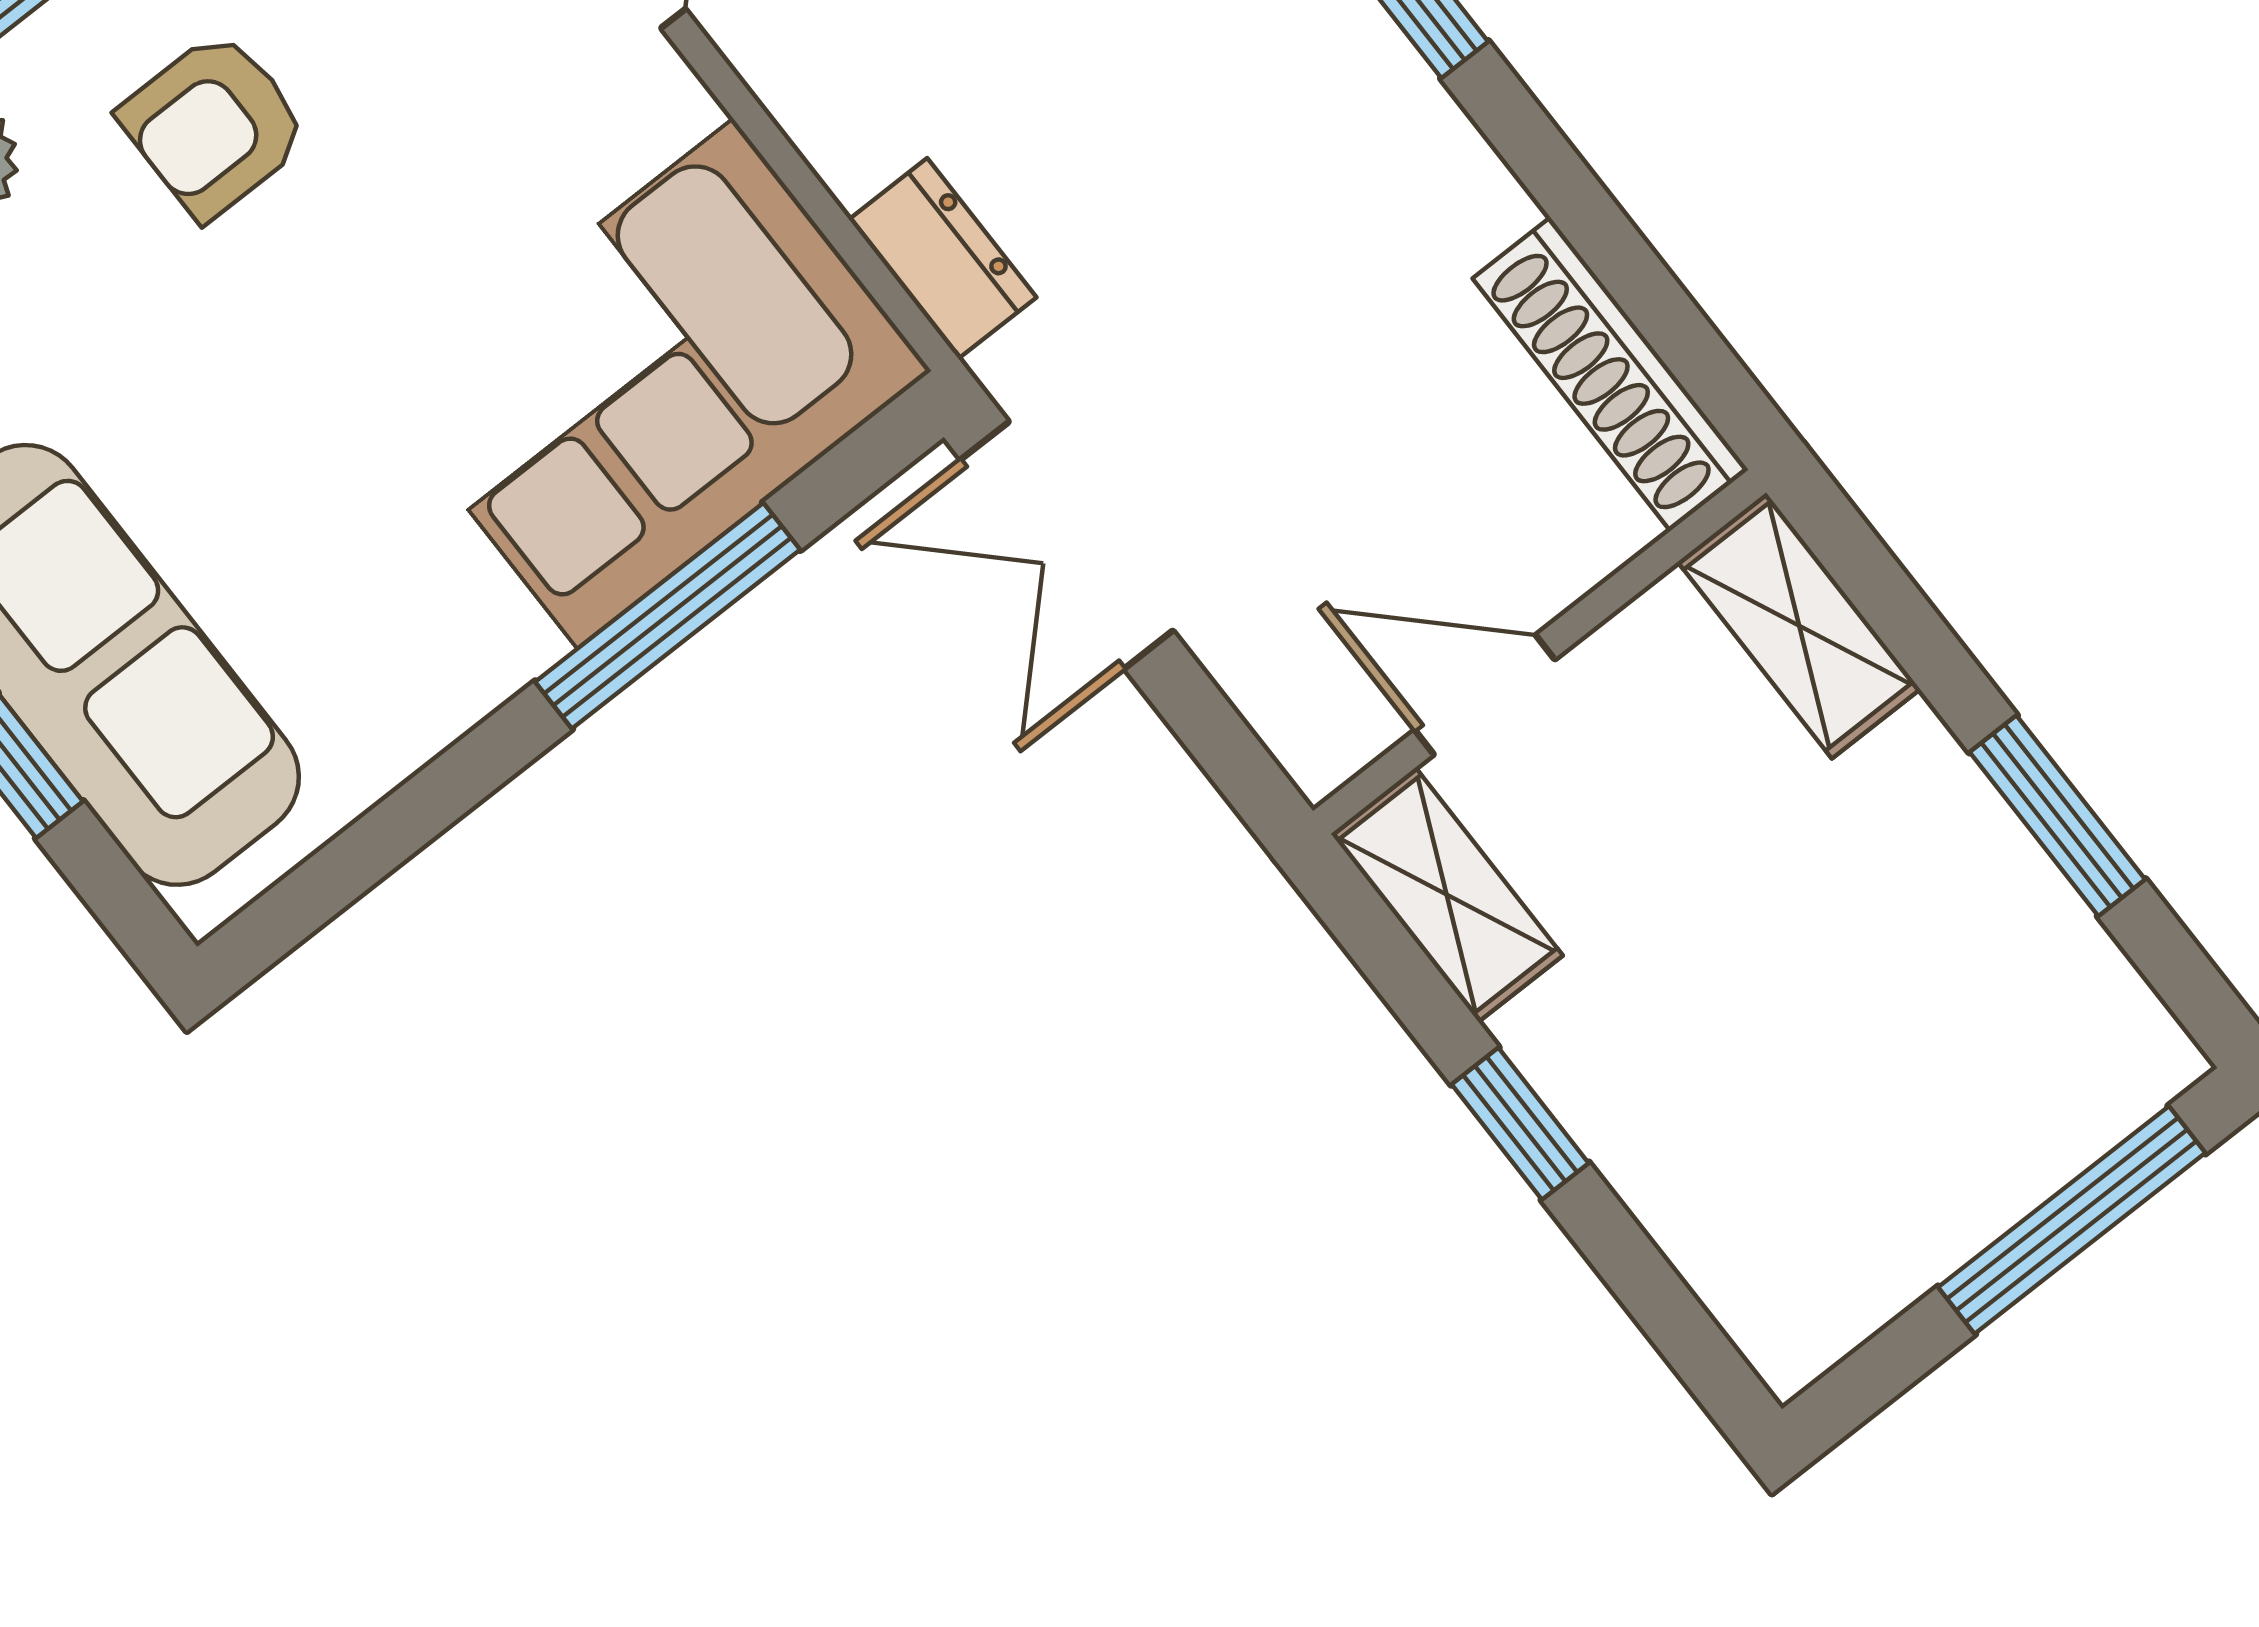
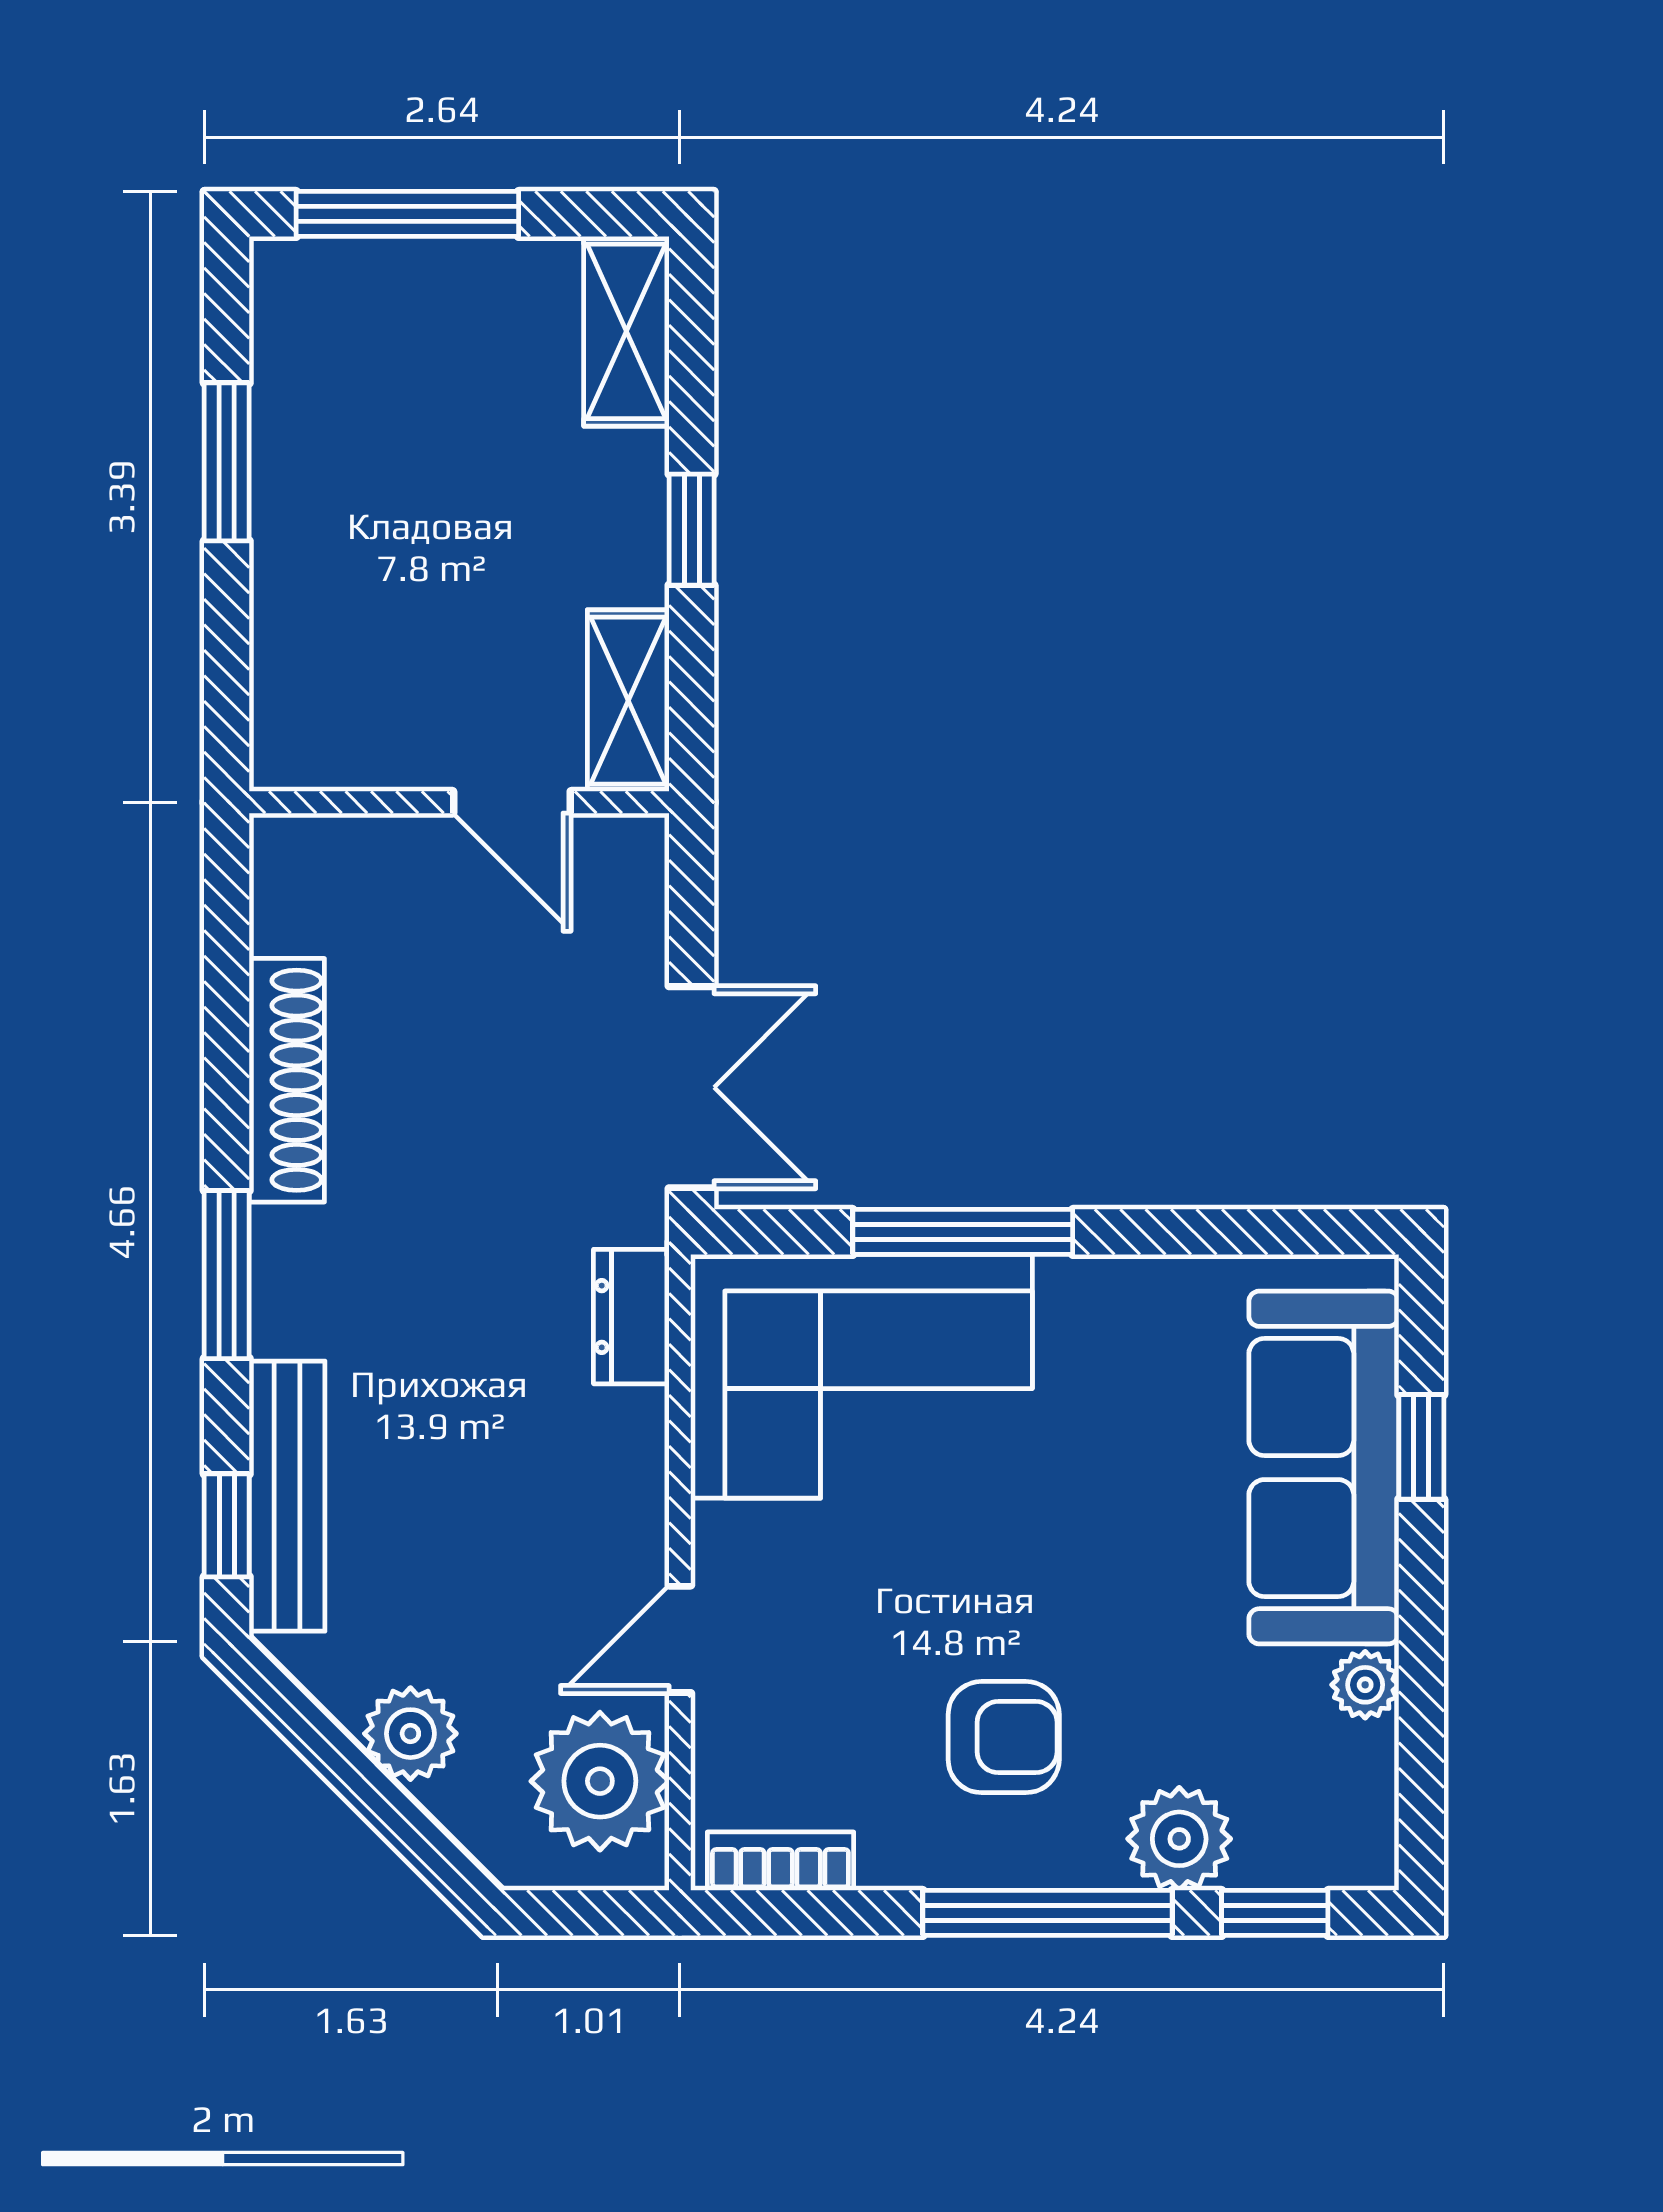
shoe rack: (1610, 374) -> (287, 1080), moved
shelving: (1799, 625) -> (626, 331), moved

